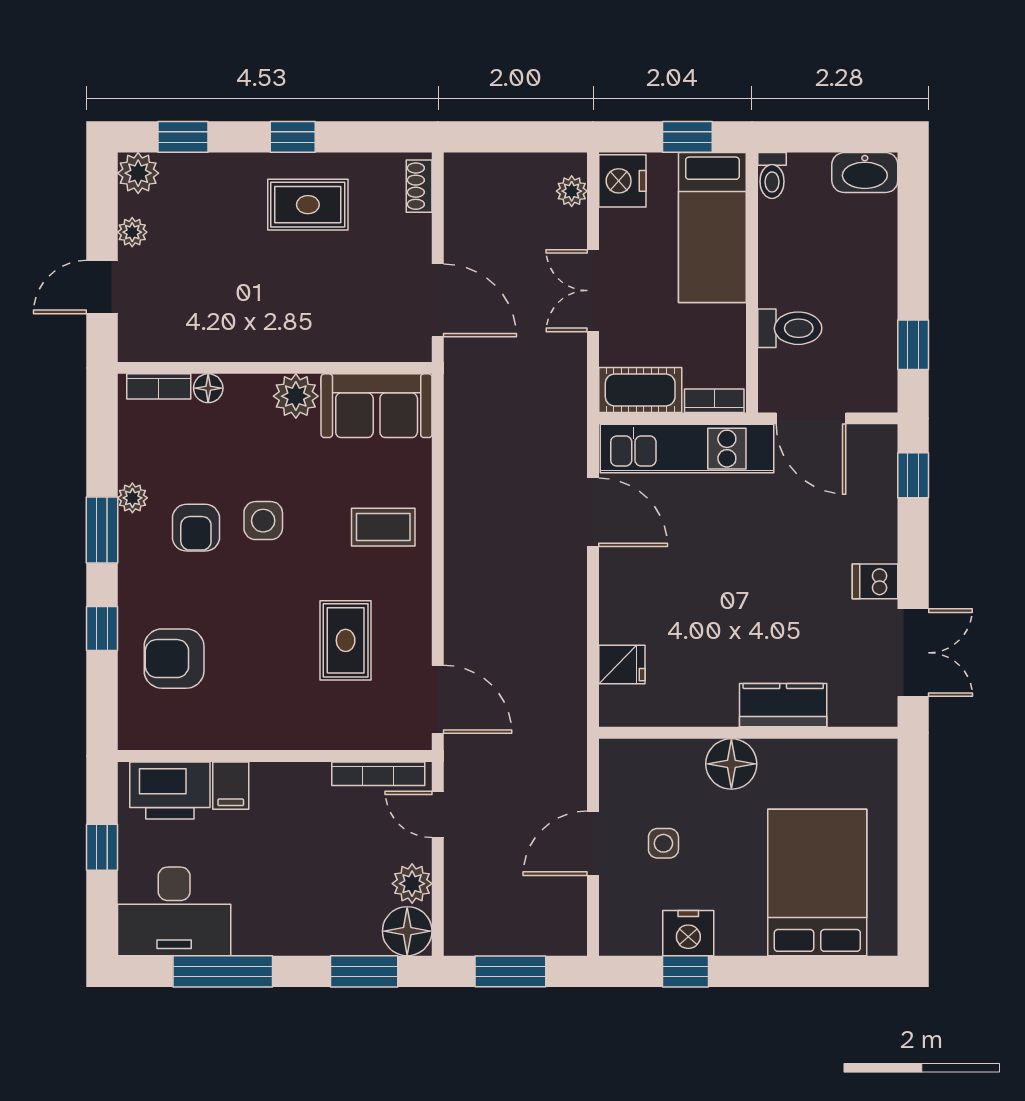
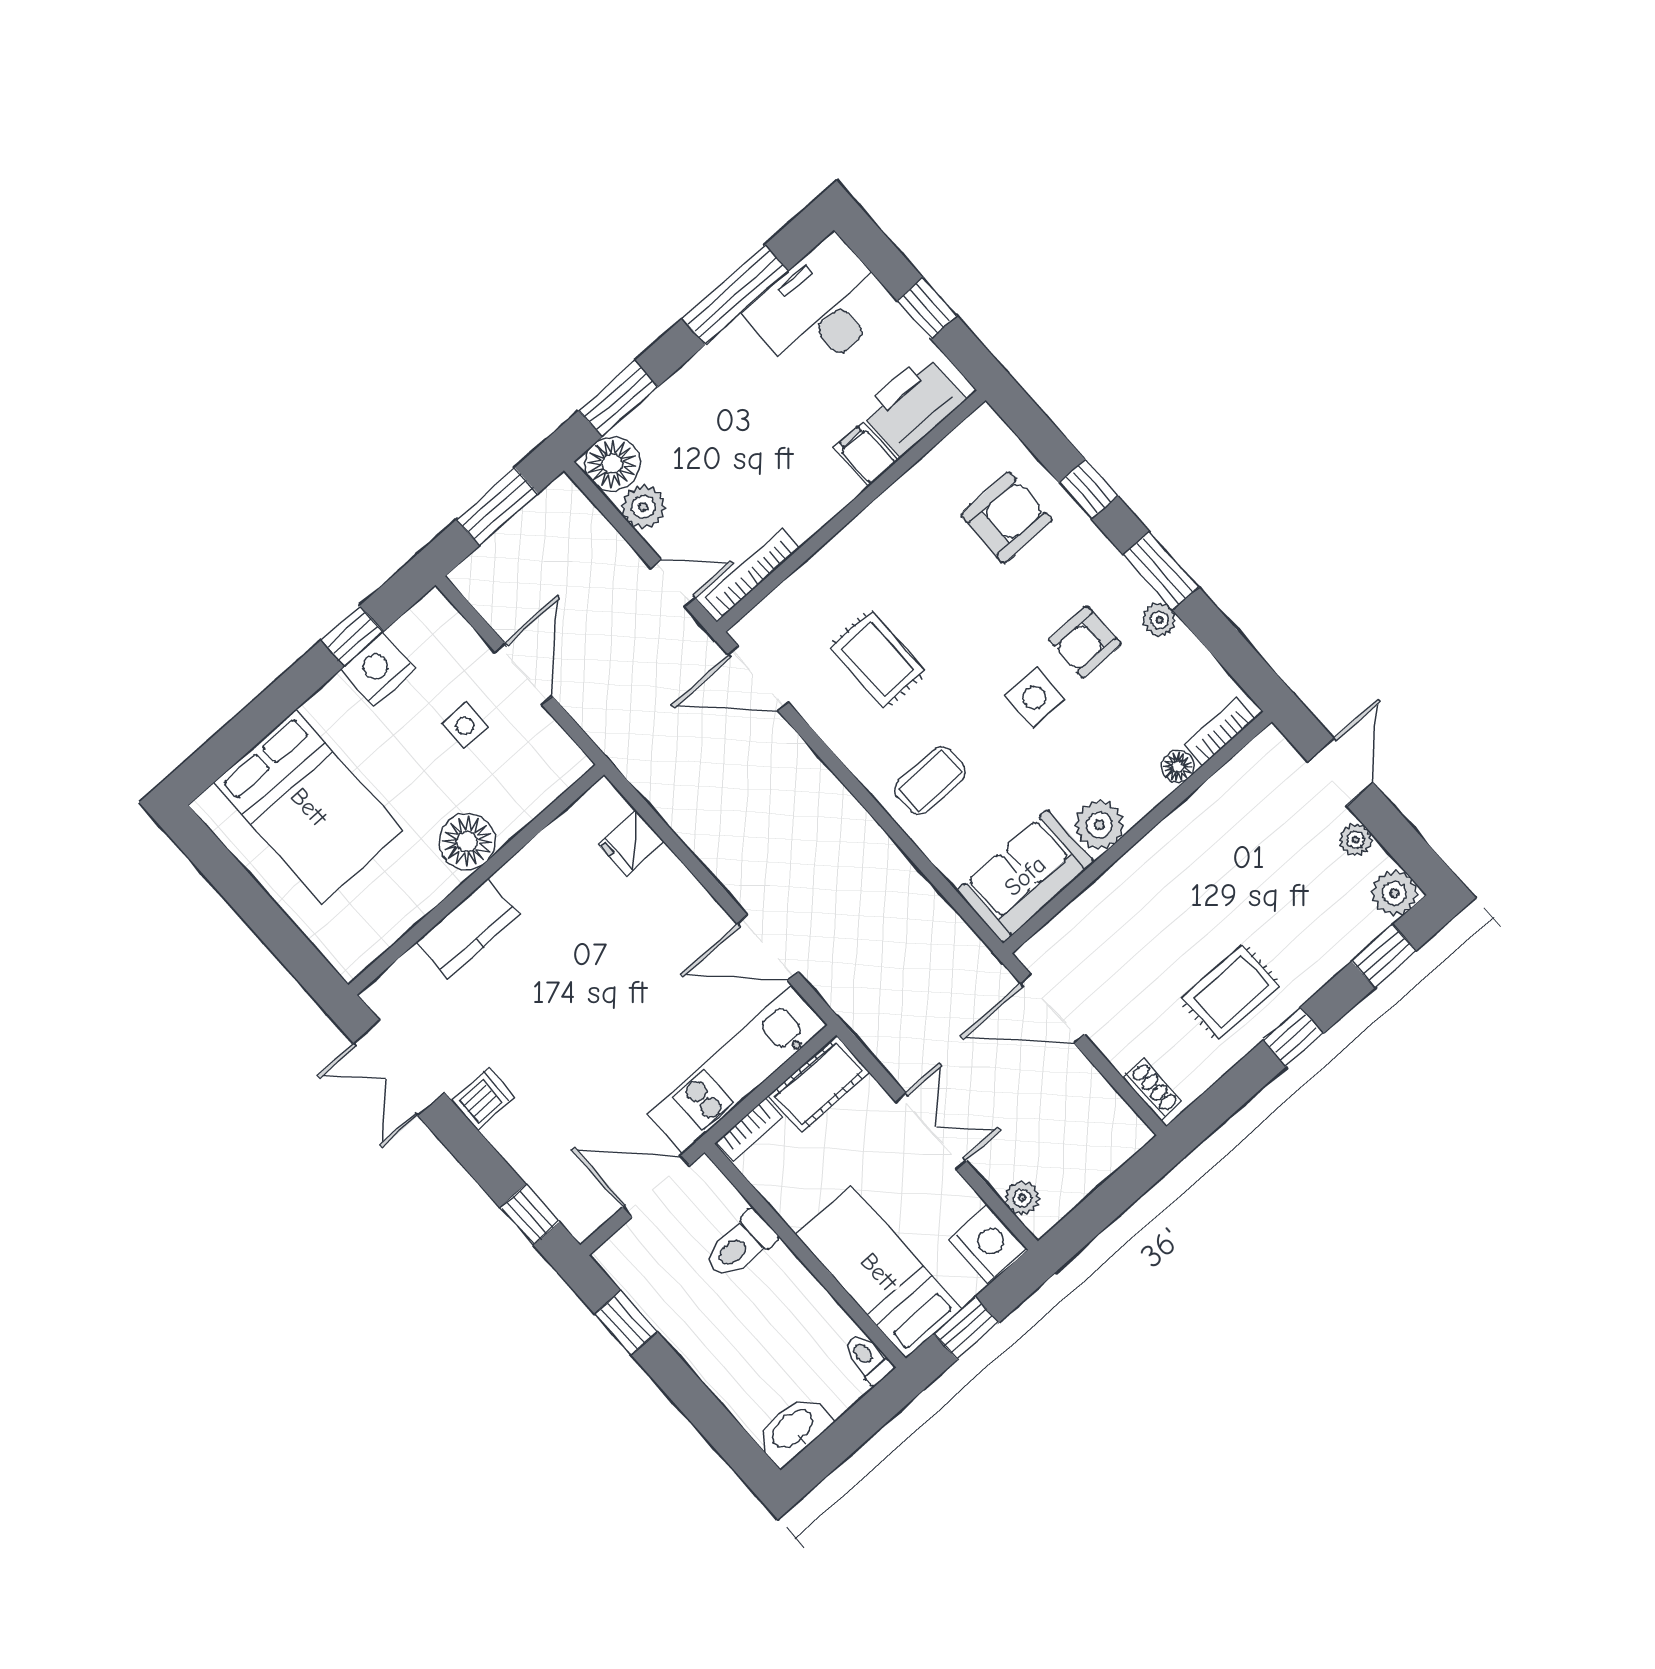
armchair: (196, 528) -> (1085, 642), turned -90

